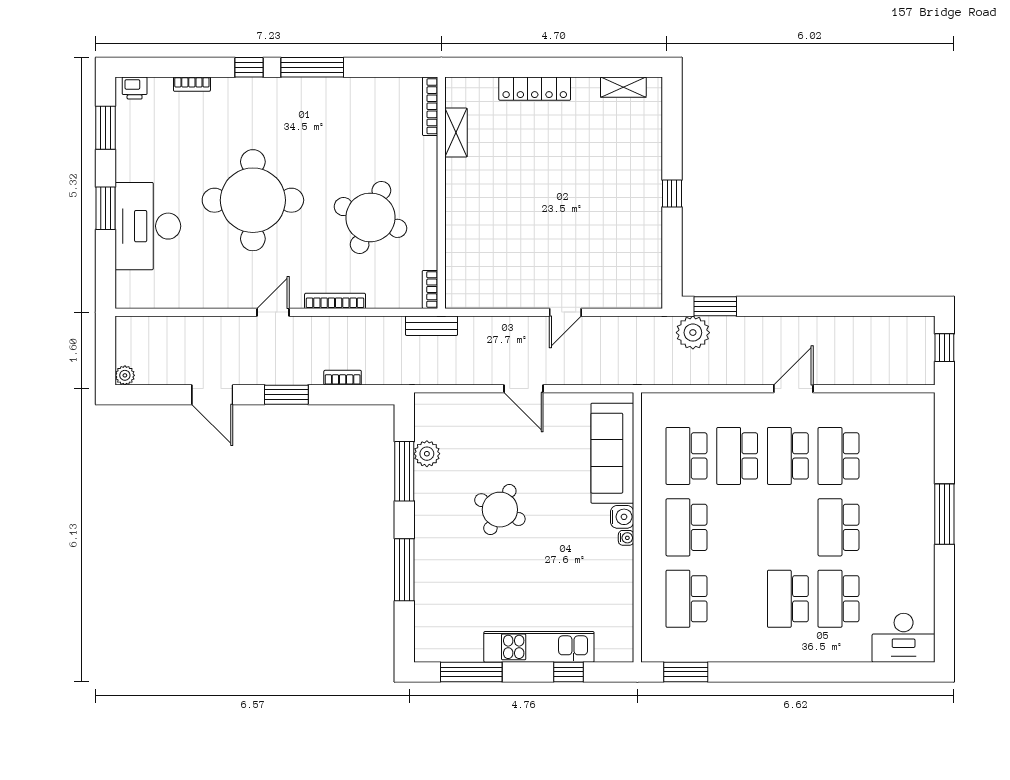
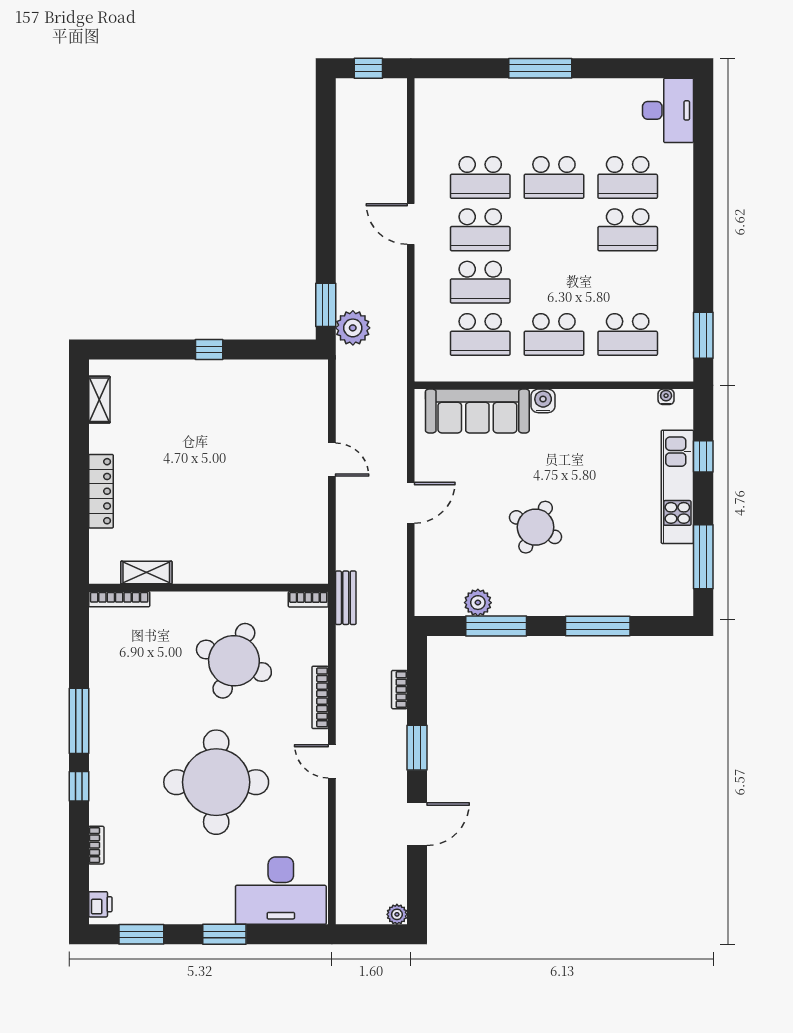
desk: (148, 226) -> (281, 891), moved
water cooler: (626, 538) -> (666, 397), moved

